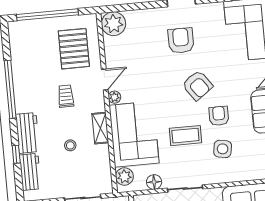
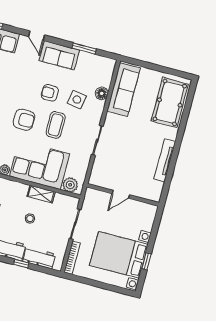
armchair: (197, 85) -> (24, 120), moved, turned 36
shelving: (100, 128) -> (41, 194), moved
floor lamp: (154, 182) -> (102, 93), moved

